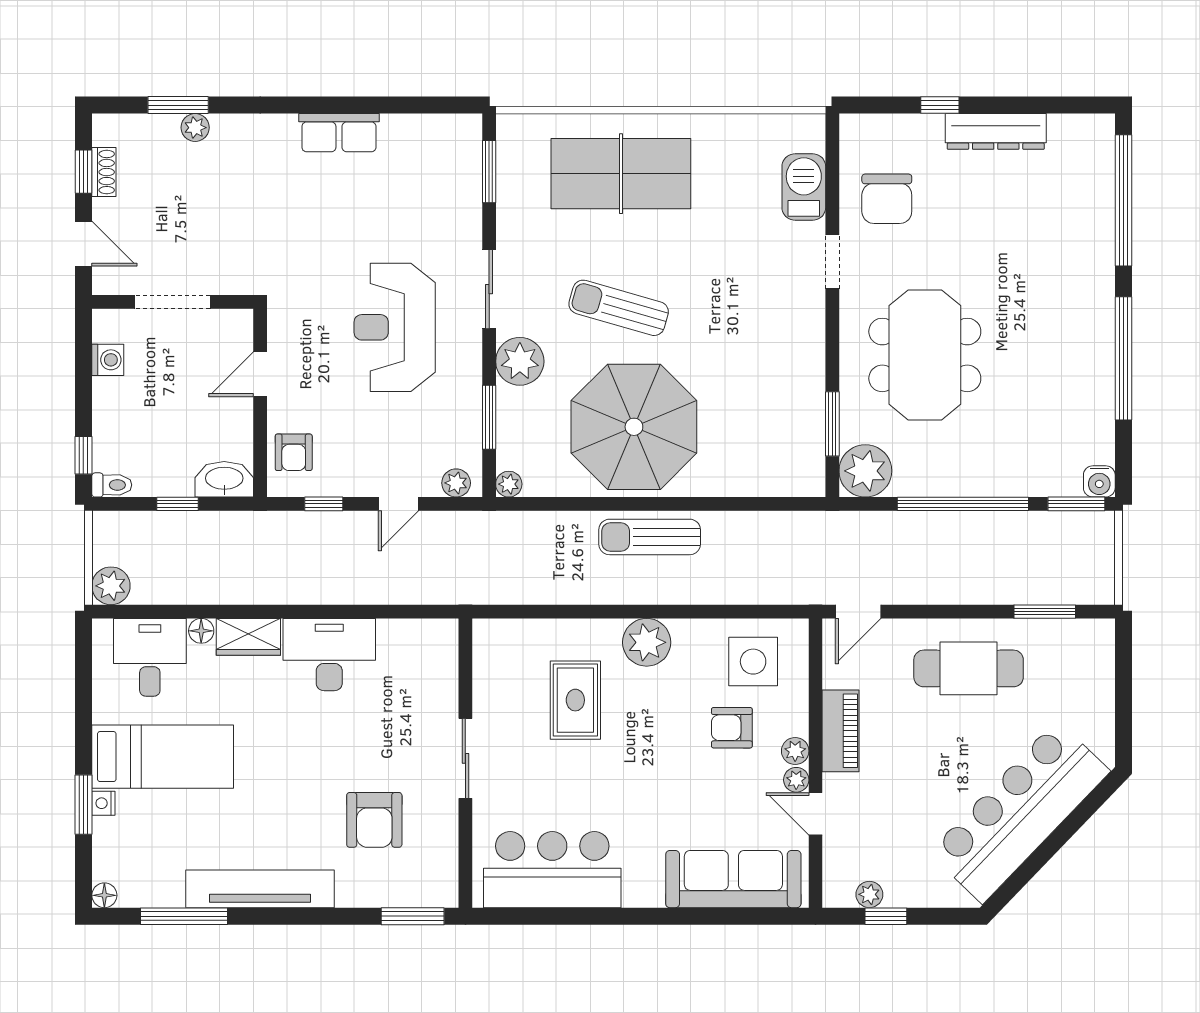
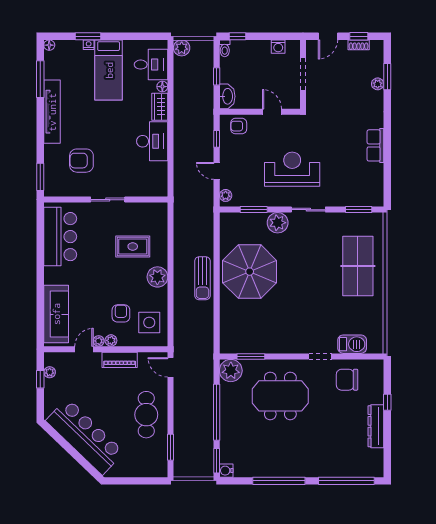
sun lounger: (619, 308) -> (300, 265), removed
plant: (509, 484) -> (225, 218), removed
sun lounger: (650, 537) -> (202, 278), turned 180

